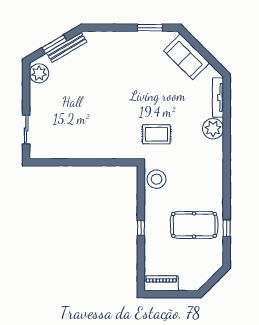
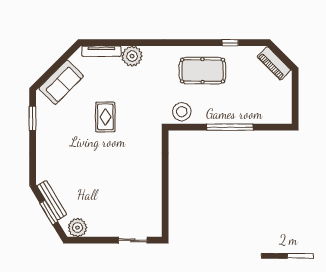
rug: (156, 134) -> (105, 117), moved
pool table: (194, 225) -> (203, 71), moved, turned 90
window: (141, 228) -> (230, 127), width x3.17
piano: (161, 283) -> (274, 63), moved, turned -45

